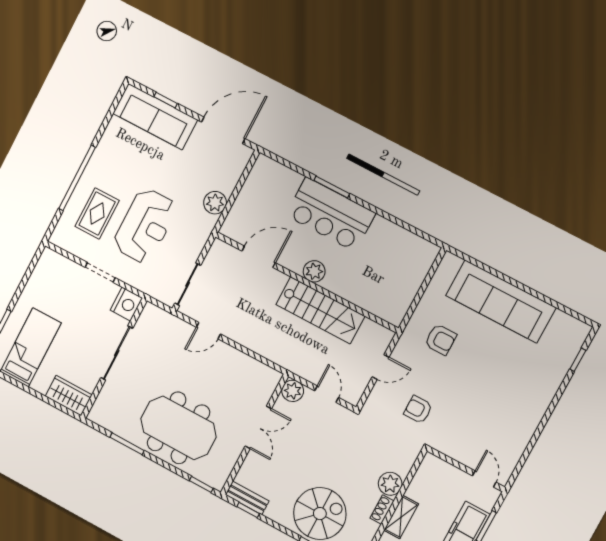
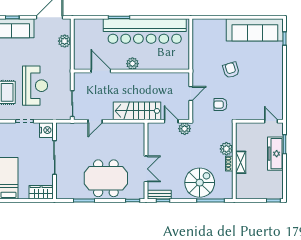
plant: (215, 203) -> (65, 41), moved
bar counter: (331, 214) -> (145, 31), width x1.86
door: (259, 257) -> (101, 71), hinge flipped
sofa: (501, 302) -> (255, 30), moved
stairs: (320, 310) -> (137, 111), moved, turned 180
armchair: (441, 340) -> (231, 70), moved, turned -107
plant: (293, 391) -> (185, 129), moved
double door: (258, 427) -> (146, 169), moved

